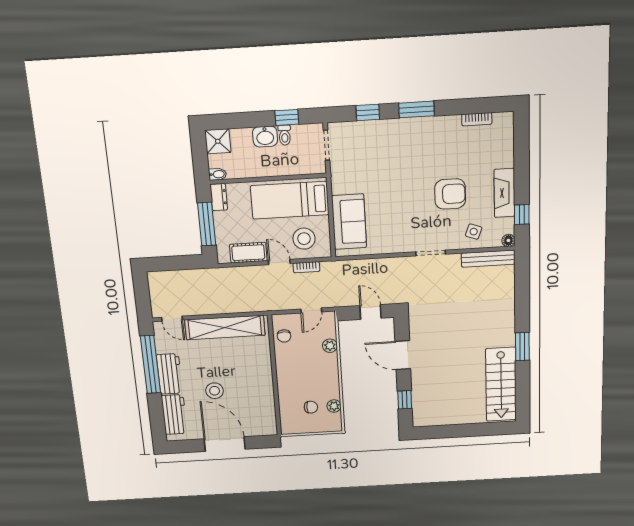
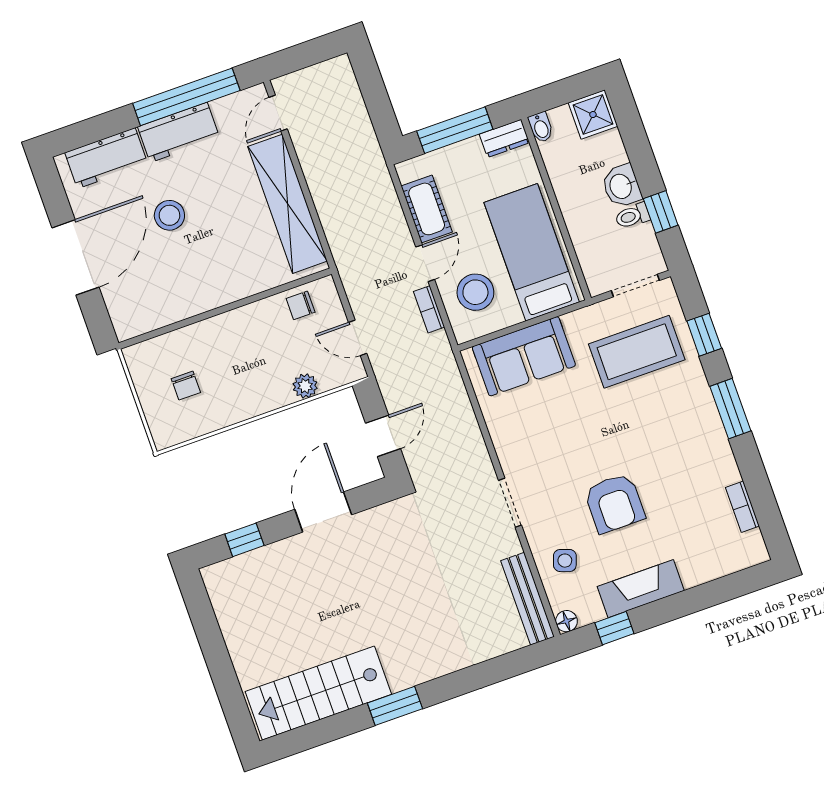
coffee table: (366, 156) -> (637, 352), added
plant: (334, 406) -> (199, 424), removed

